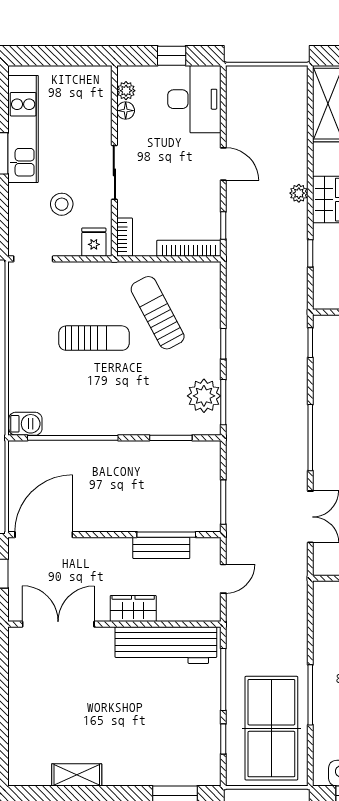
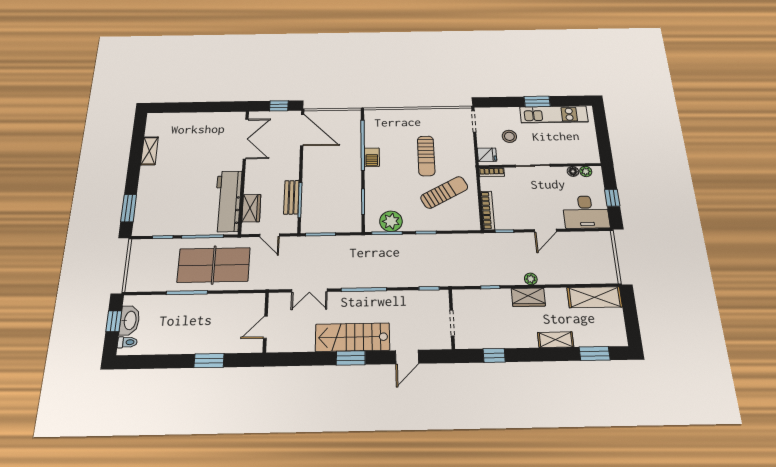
barbecue: (25, 424) -> (372, 157), moved
wardrobe: (133, 608) -> (251, 208), moved
table tennis table: (271, 728) -> (214, 265), moved

